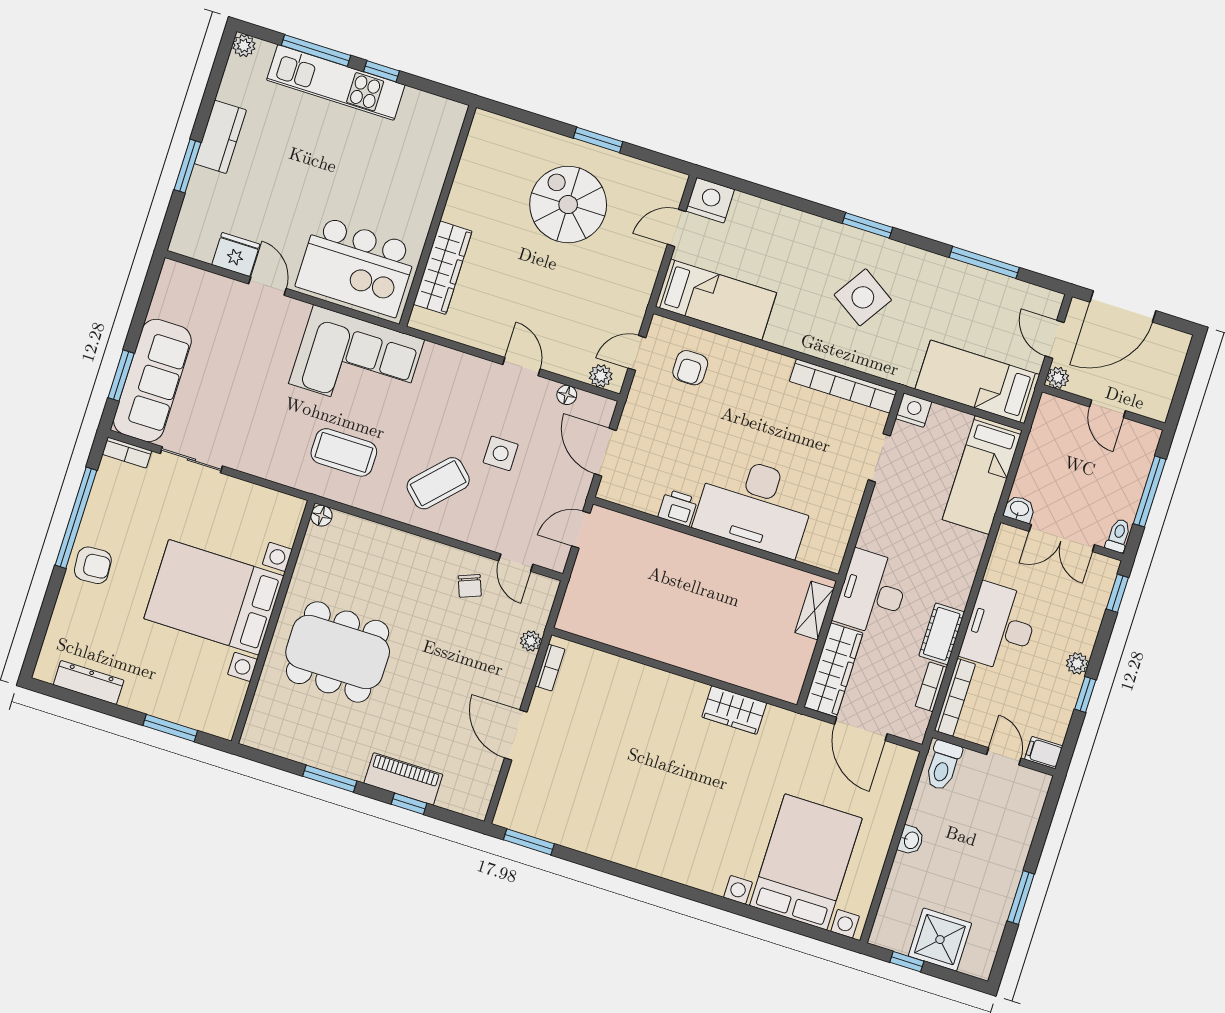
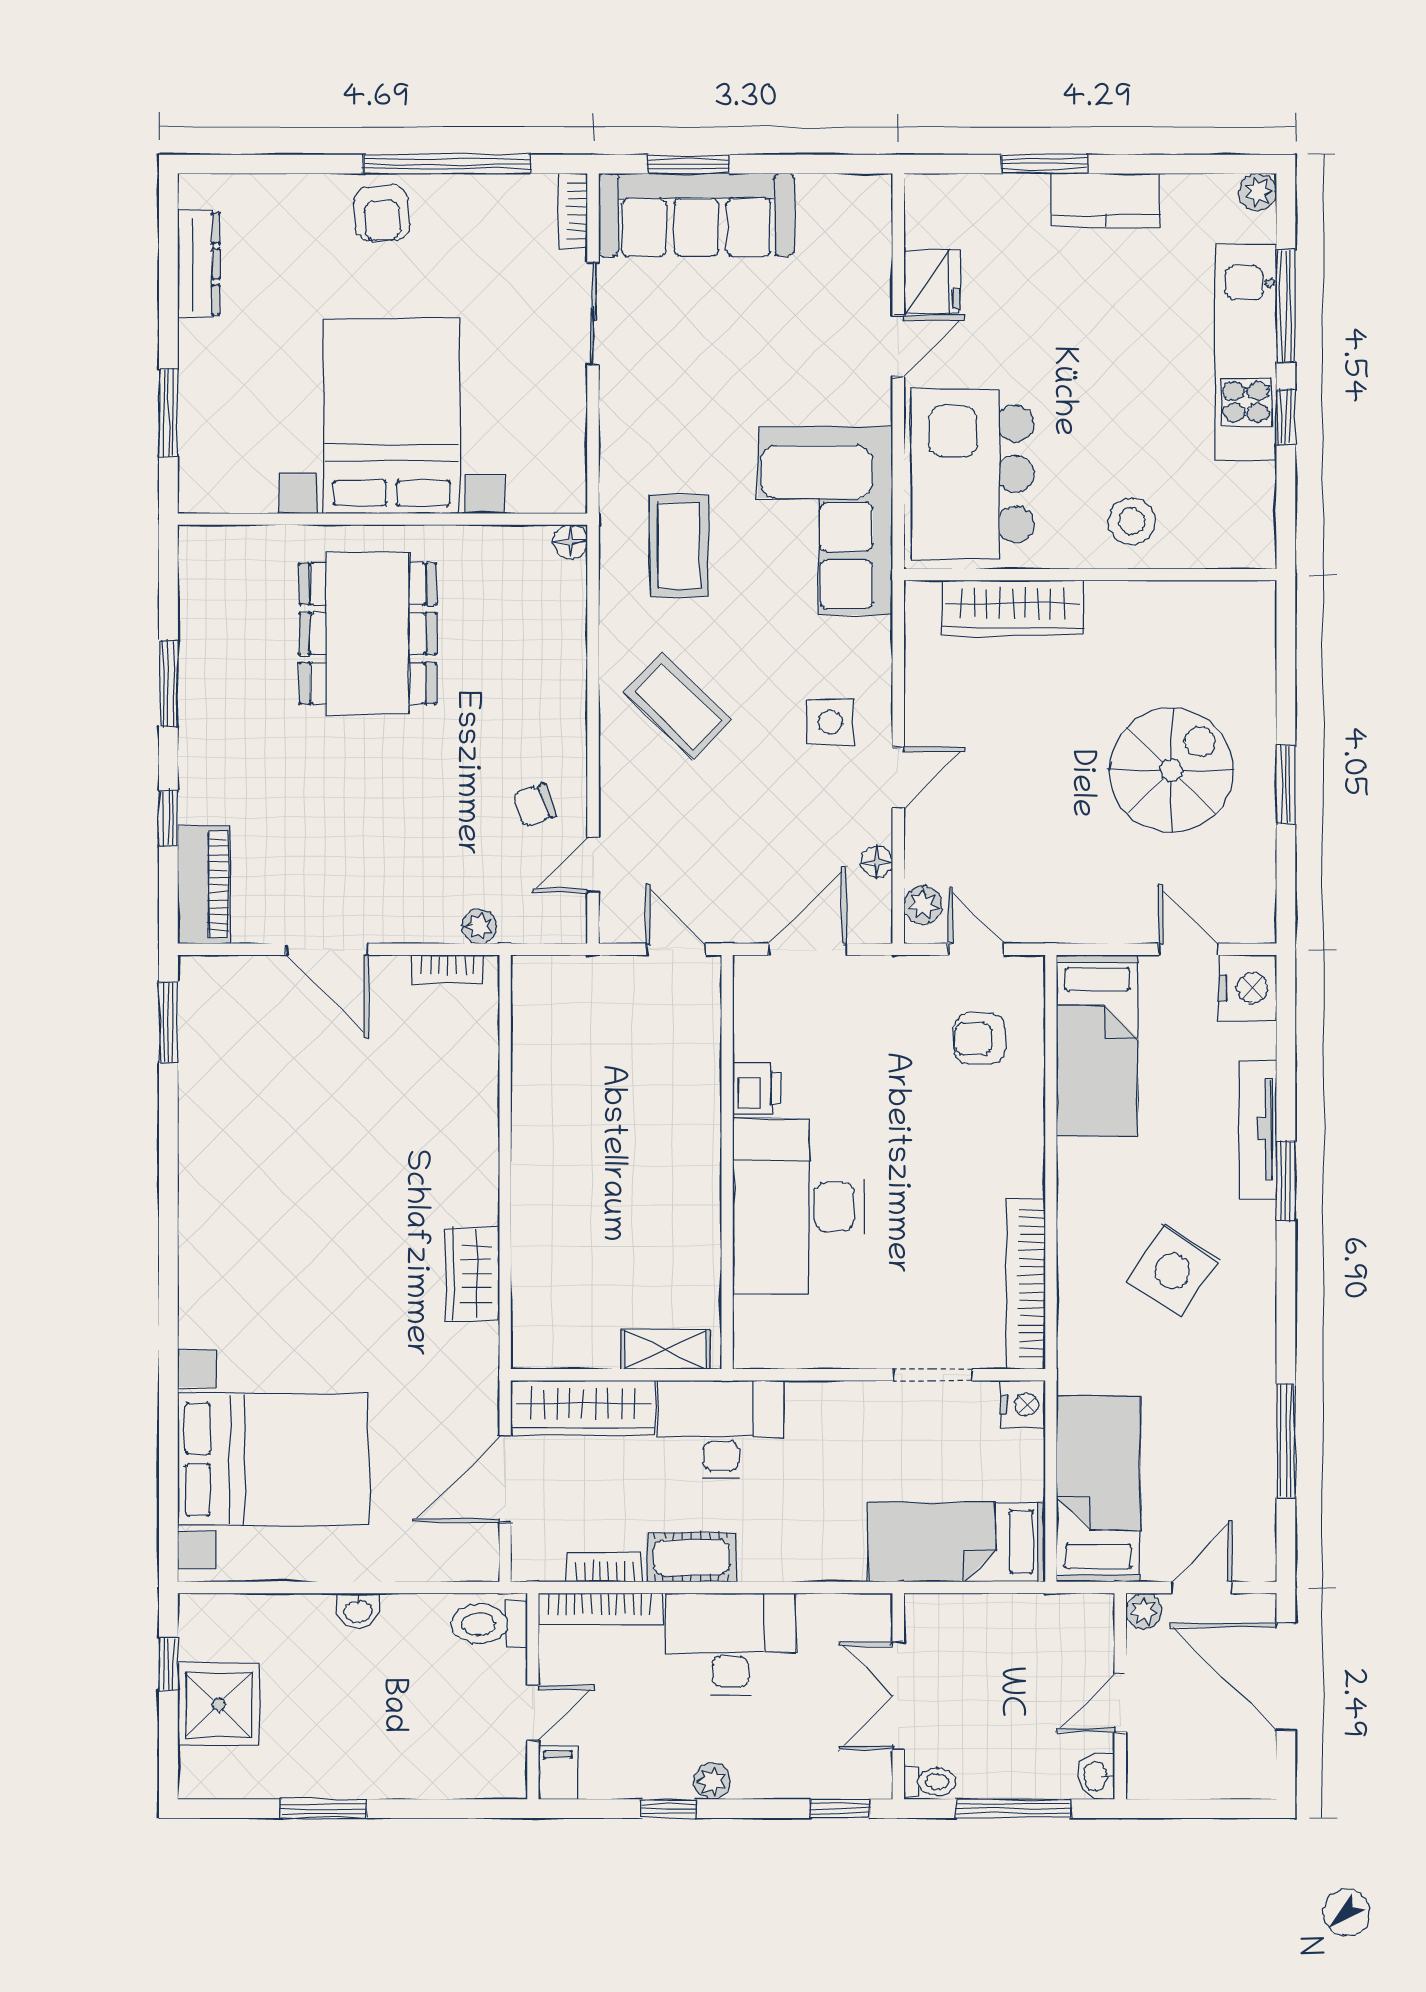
stool: (414, 181) -> (1132, 521), added
tv unit: (795, 221) -> (1258, 1129), added
window: (868, 225) -> (1286, 1181), moved
side table: (501, 453) -> (830, 722), moved
washbasin: (1019, 509) -> (1096, 1776), moved, turned 180
door: (516, 735) -> (327, 949), swing flipped
piano: (403, 779) -> (204, 885), moved

